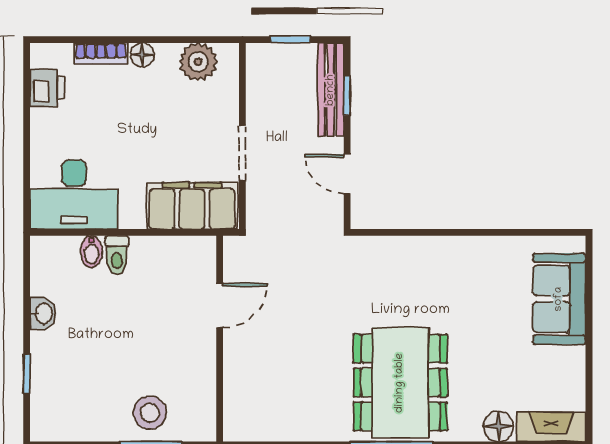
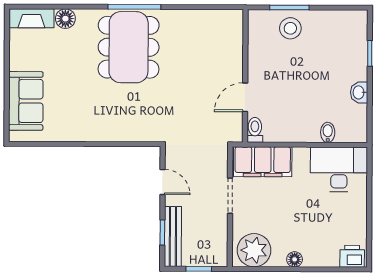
bookcase: (101, 53) -> (321, 260), removed
plant: (198, 62) -> (254, 250), width x1.36, depth x1.36
printer: (47, 88) -> (352, 256), moved, turned 90
toilet: (117, 255) -> (255, 130), moved

